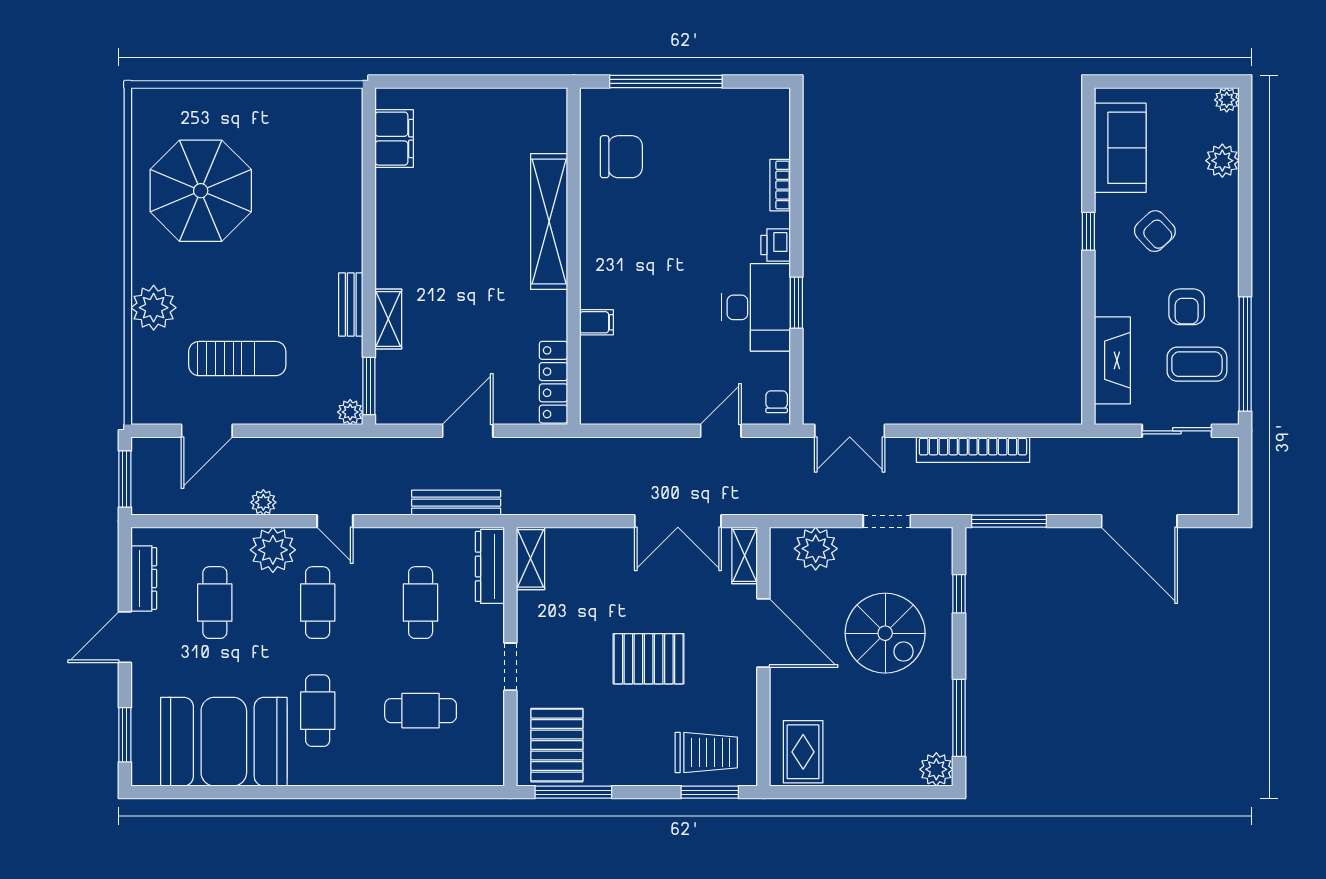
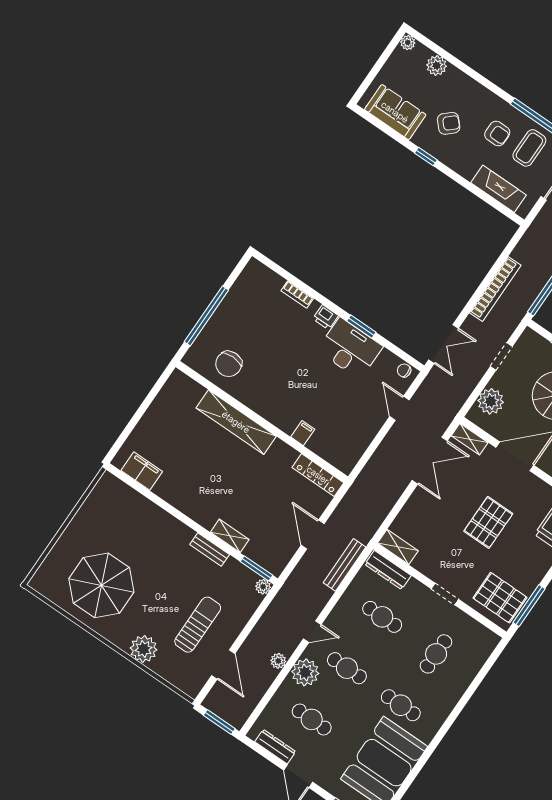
chair: (621, 157) -> (229, 364), turned 180

